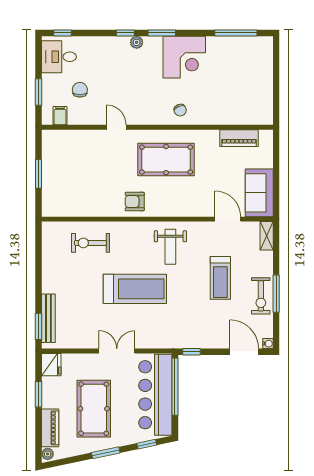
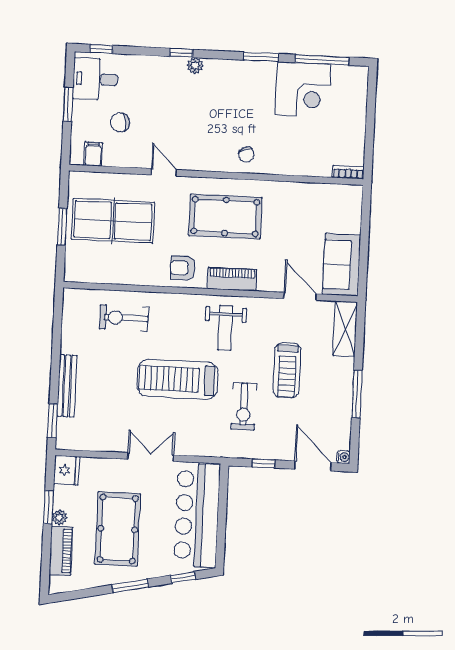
window: (162, 33) -> (261, 57), moved
corner desk: (184, 57) -> (303, 90), moved
chair: (80, 90) -> (120, 122), turned -97
window: (39, 92) -> (68, 104), moved
bookcase: (261, 120) -> (348, 172), added
piano: (239, 138) -> (232, 279), moved, turned 180
table tennis table: (78, 167) -> (113, 221), added
shelving: (267, 236) -> (345, 329), width x1.50, depth x1.33
treadmill: (135, 289) -> (178, 379), turned 180
exercise bike: (261, 296) -> (244, 406), moved
bench: (48, 318) -> (67, 386), moved
window: (191, 352) -> (264, 464), moved
window: (175, 387) -> (222, 506), removed
plant: (48, 454) -> (59, 517), moved

